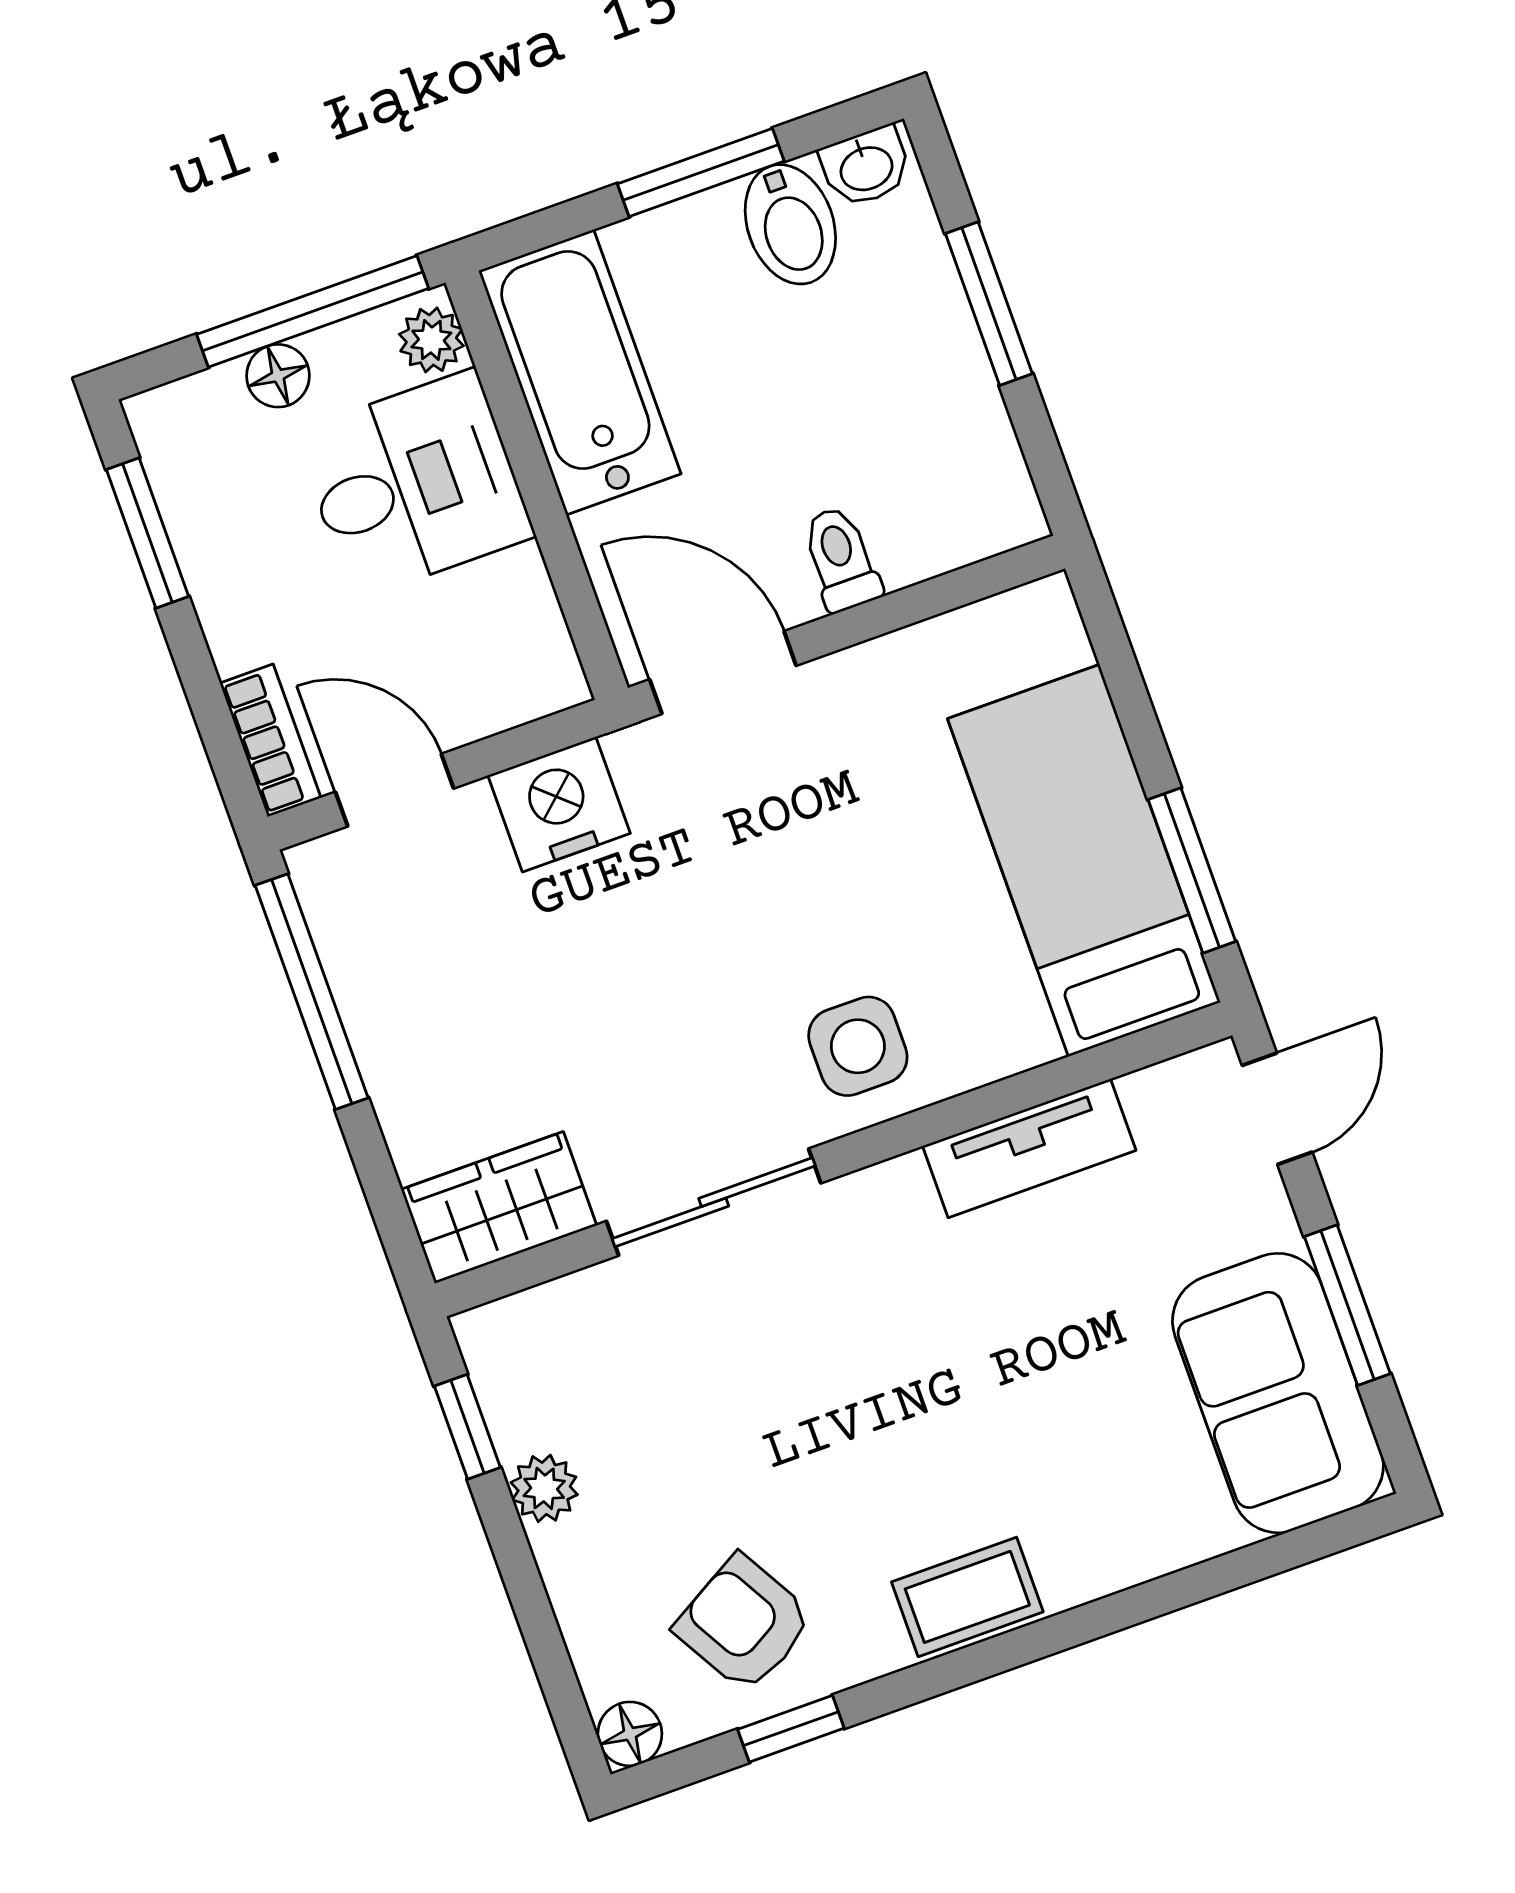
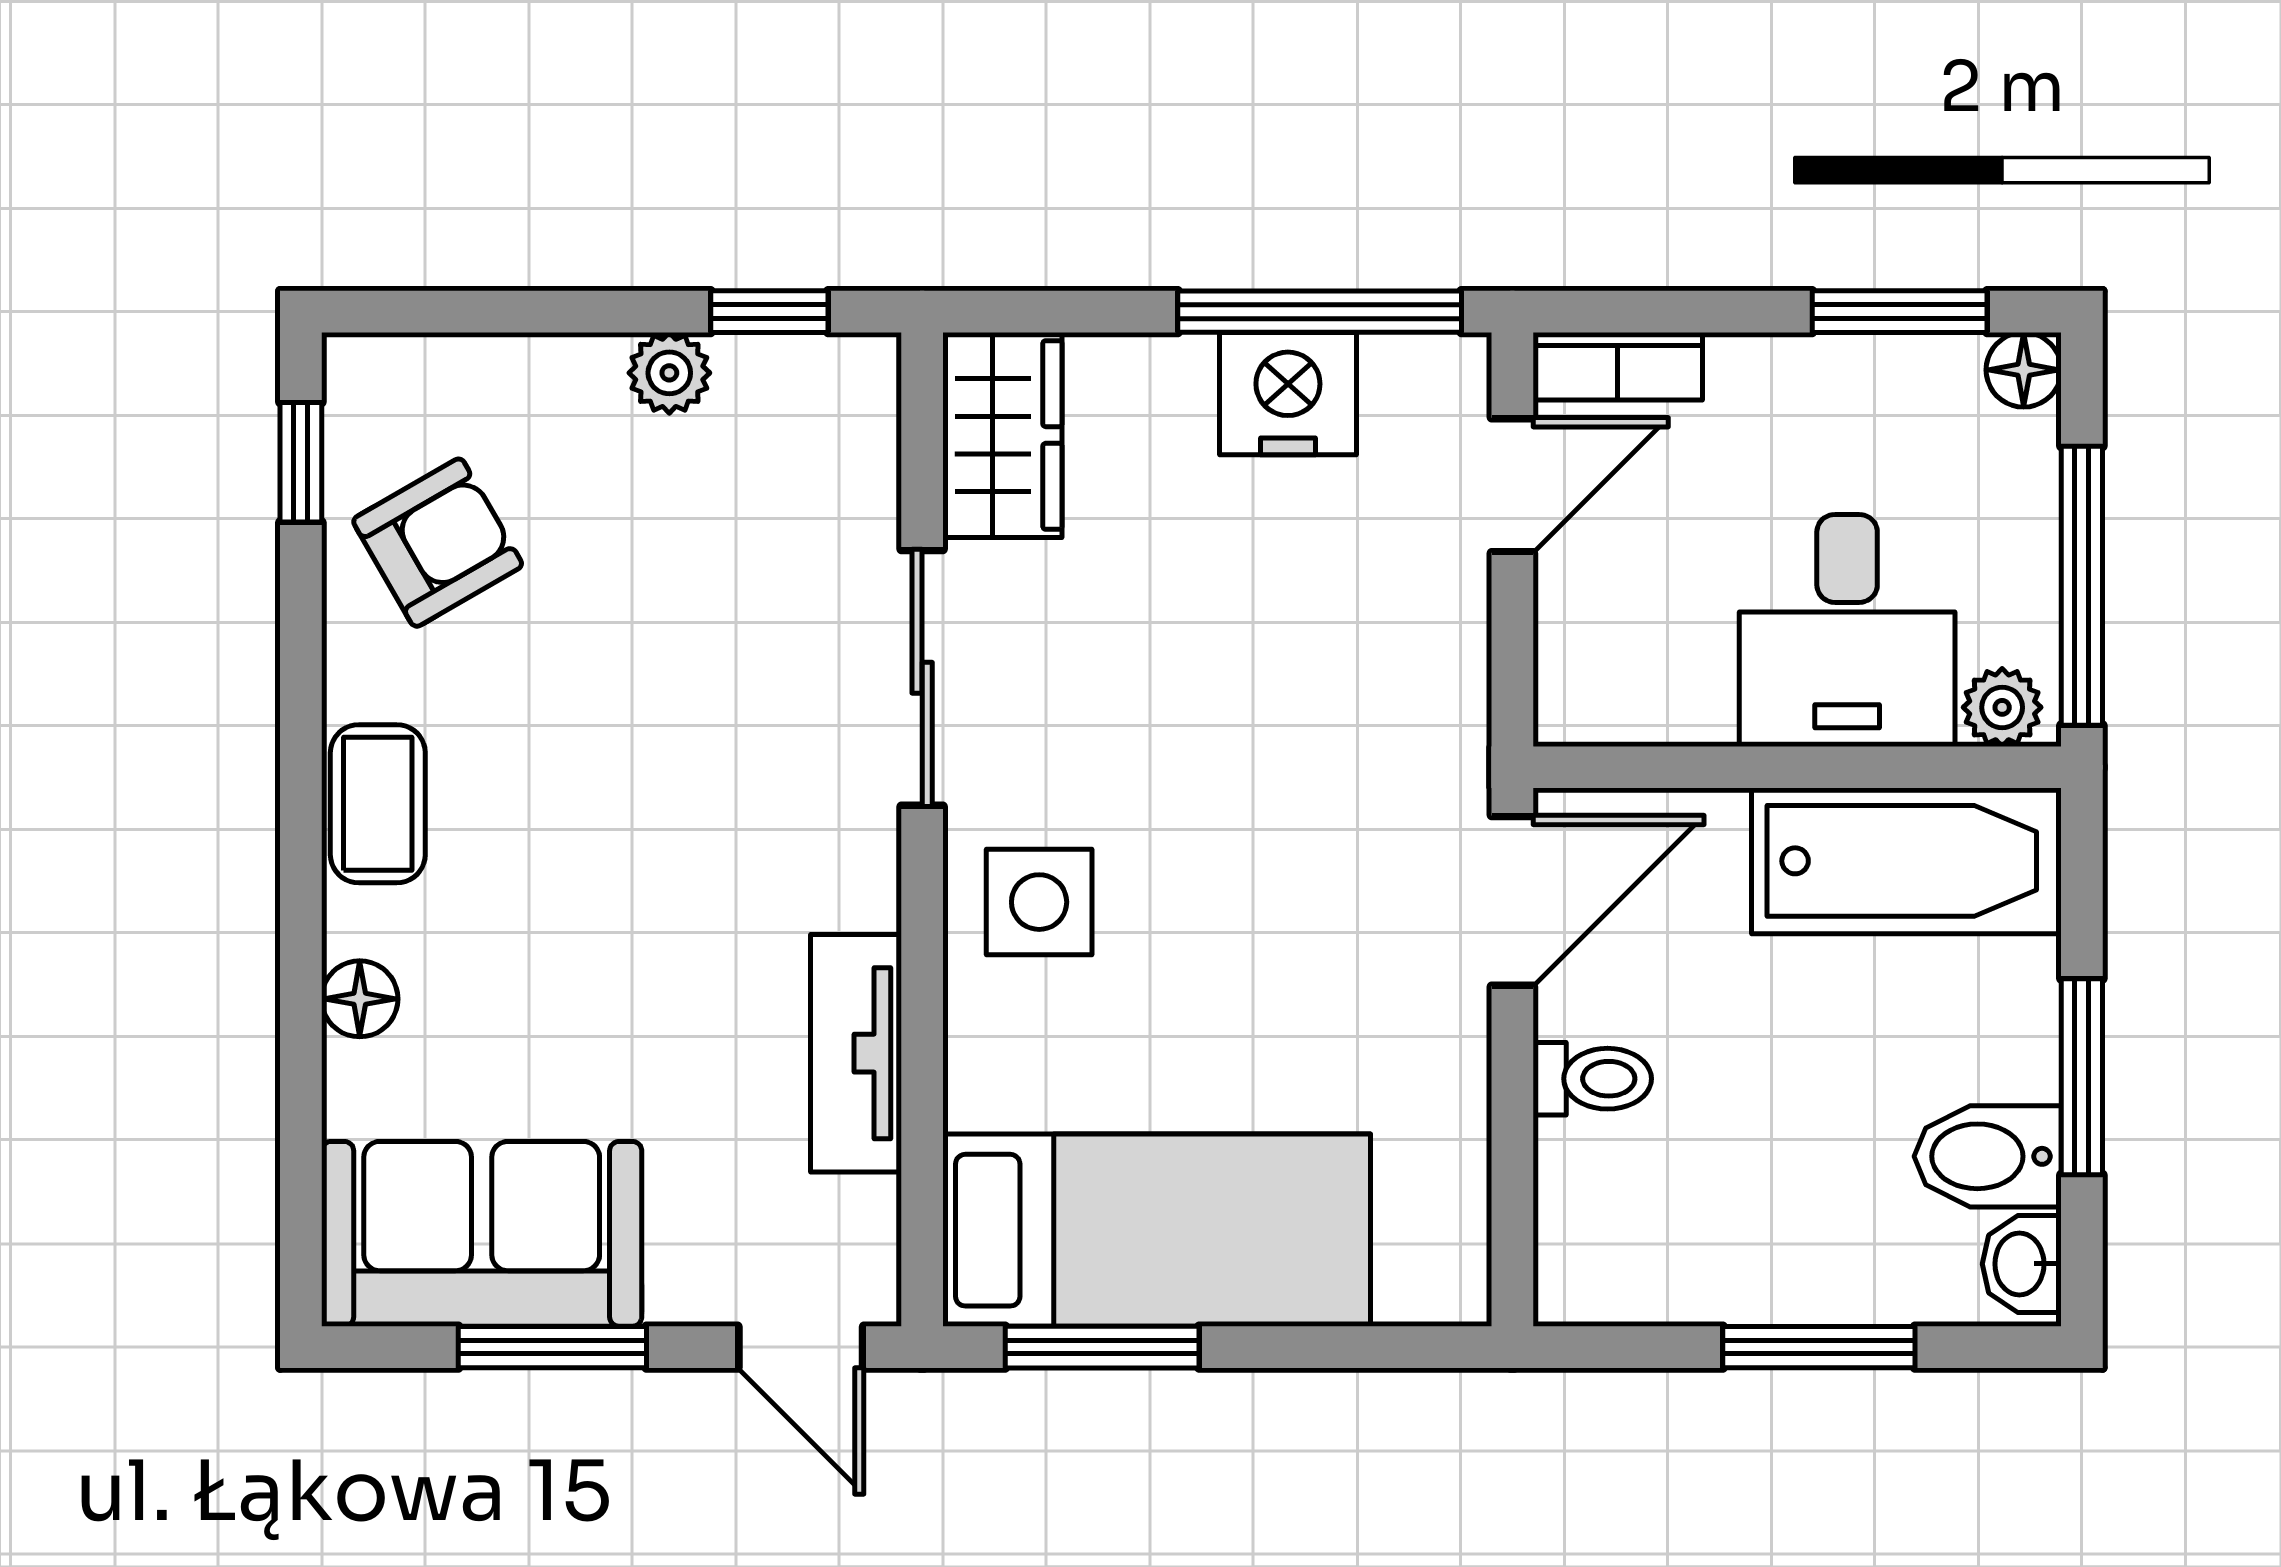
floor lamp: (278, 376) -> (2024, 370), moved
nightstand: (559, 804) -> (1288, 394), moved, turned -90
window: (791, 1729) -> (301, 462), moved
floor lamp: (630, 1734) -> (360, 999), moved

